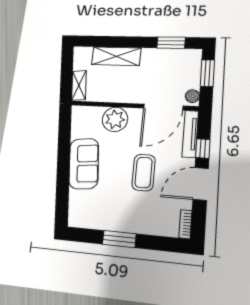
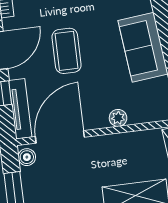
plant: (115, 119) -> (118, 118), width x0.53, depth x0.53

